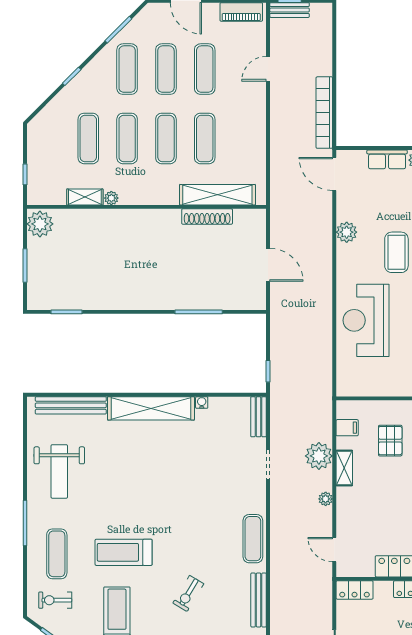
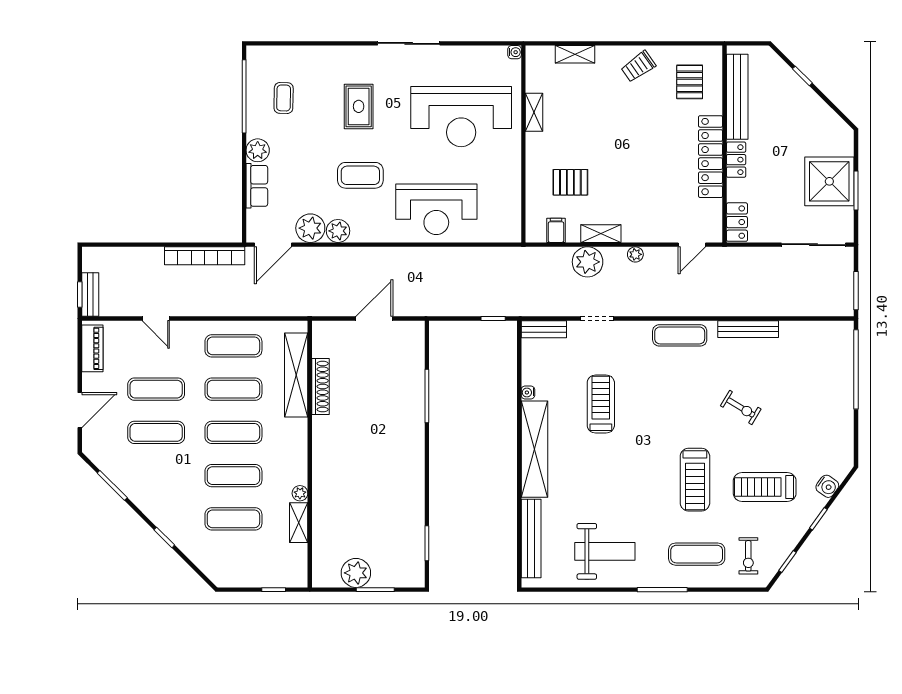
exercise mat: (127, 69) -> (233, 346), moved
plant: (349, 207) -> (310, 228), added
plant: (40, 224) -> (356, 573), moved
treadmill: (191, 468) -> (601, 404), added

